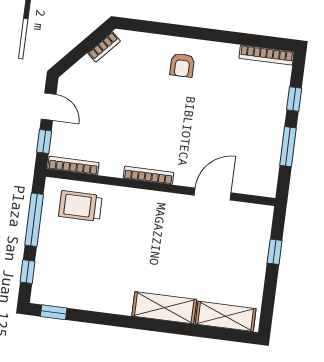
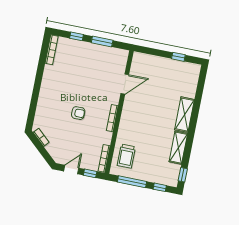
armchair: (182, 65) -> (78, 113), moved
door: (213, 194) -> (125, 84), swing flipped
window: (275, 252) -> (178, 57), moved
shelving: (226, 316) -> (178, 148), moved

